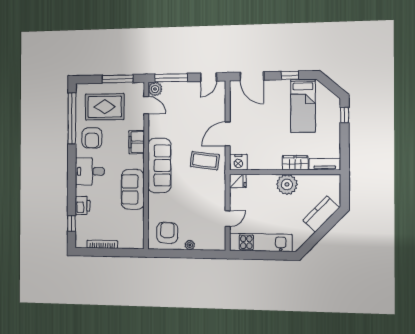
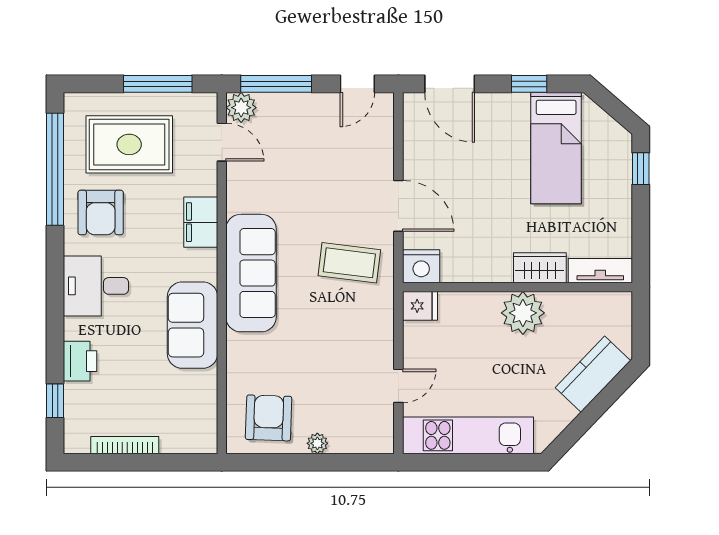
door: (228, 134) -> (398, 206), swing flipped

